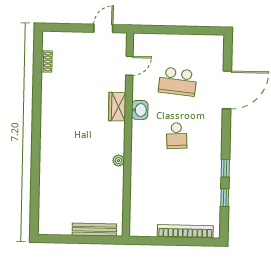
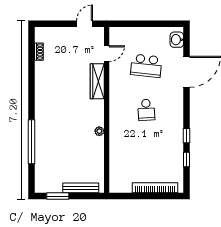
wardrobe: (117, 107) -> (97, 81), width x1.50
washbasin: (140, 110) -> (177, 40), moved, turned 180
window: (35, 172) -> (32, 142), added
window: (66, 239) -> (58, 196), added

